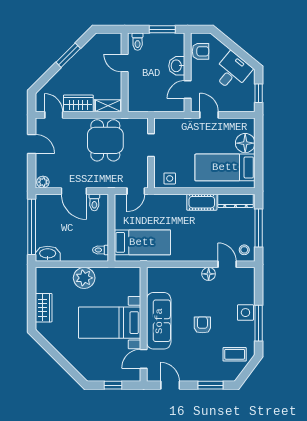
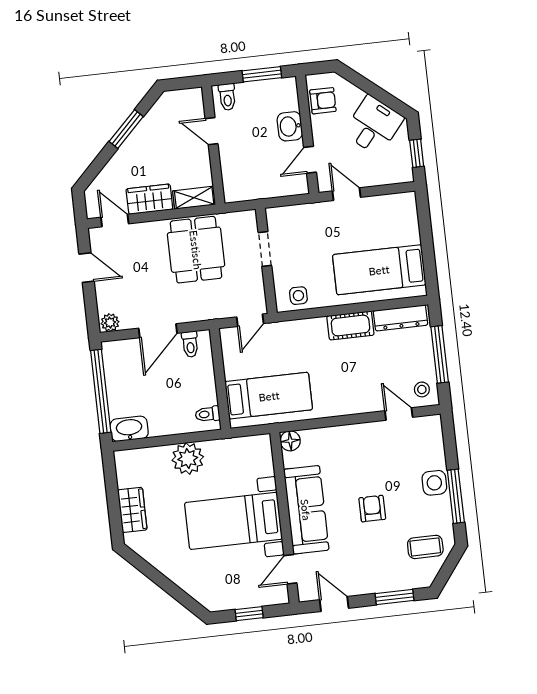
floor lamp: (245, 143) -> (405, 230), removed
door: (74, 191) -> (158, 331), hinge flipped
floor lamp: (209, 274) -> (290, 441), moved

